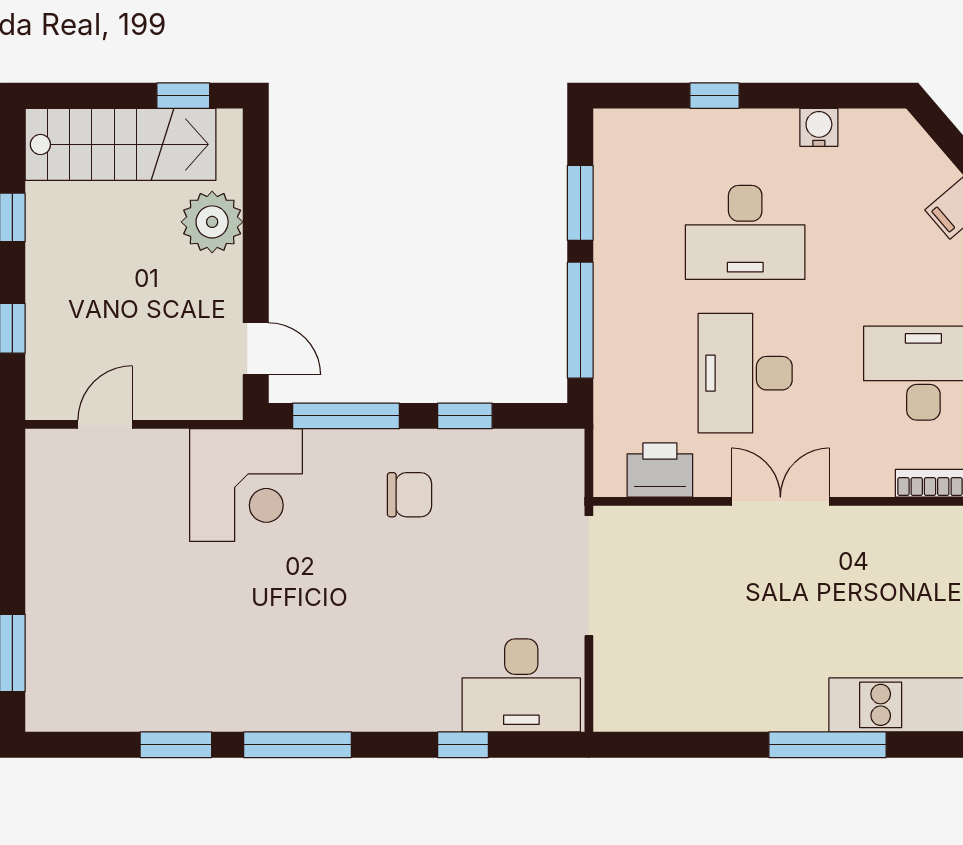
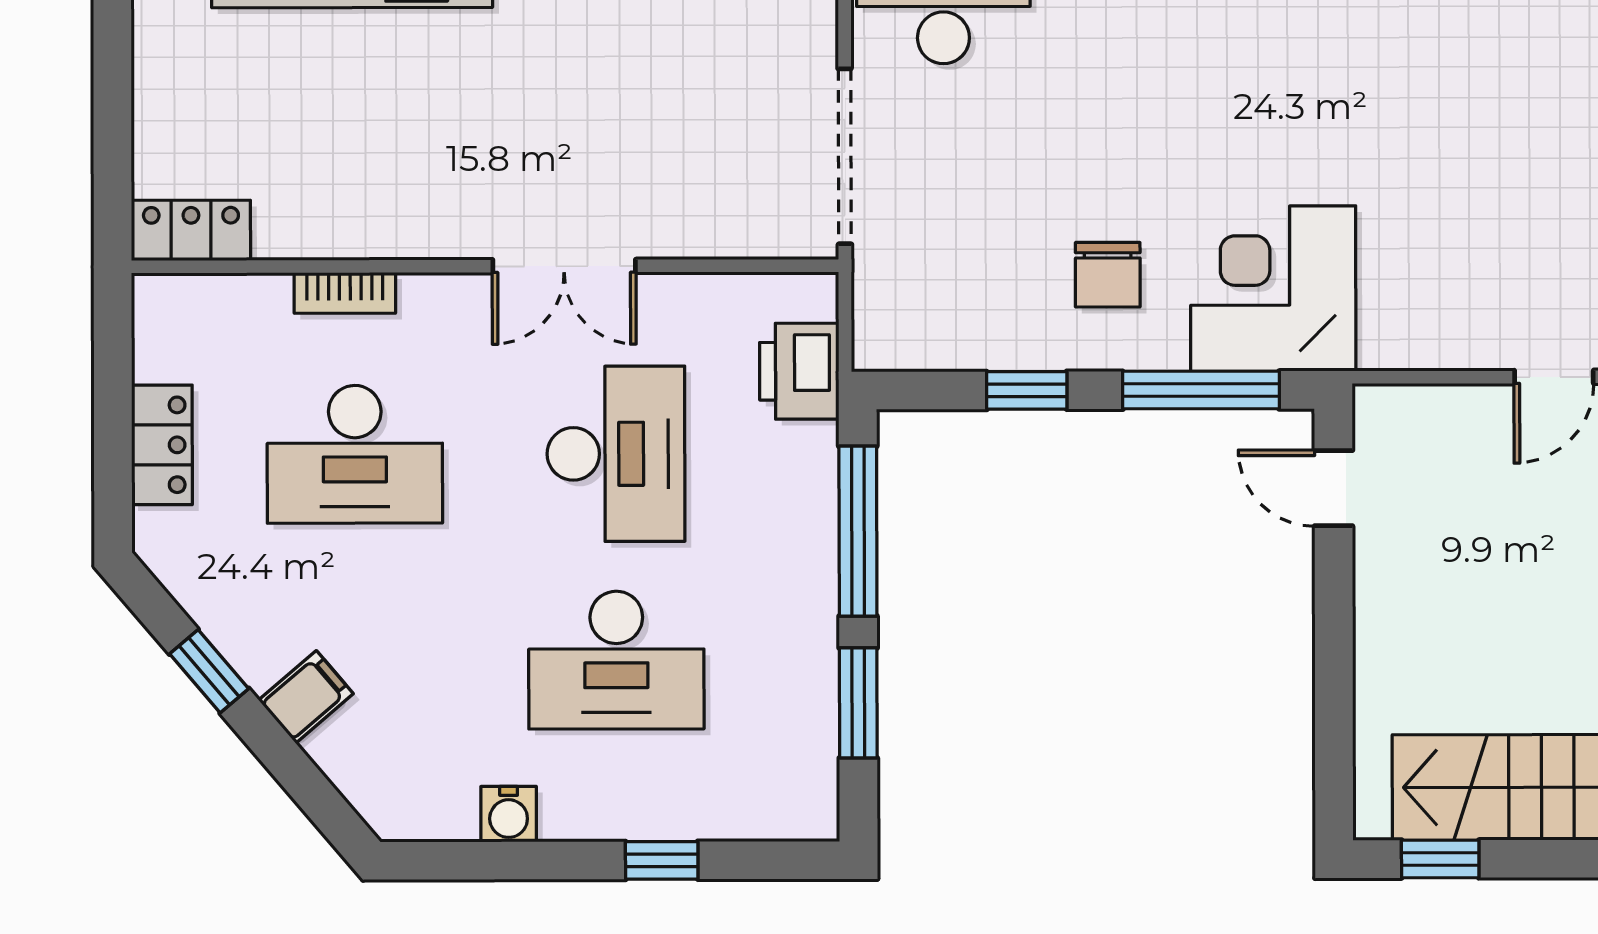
plant: (212, 222) -> (1398, 674), removed
desk: (745, 232) -> (616, 660), turned 180
printer: (660, 470) -> (799, 371), moved, turned 90
corner desk: (246, 485) -> (1273, 289), moved
chair: (409, 495) -> (1108, 275), turned -90

